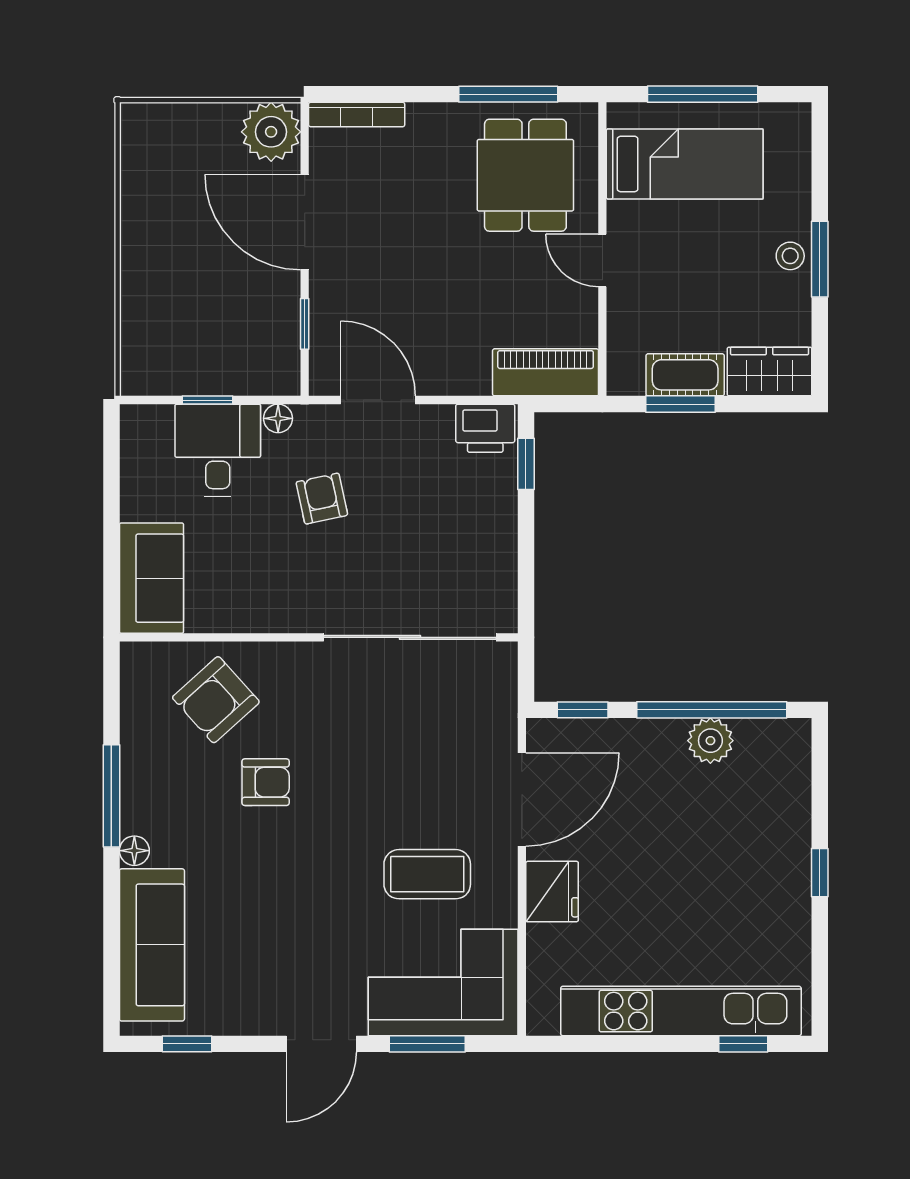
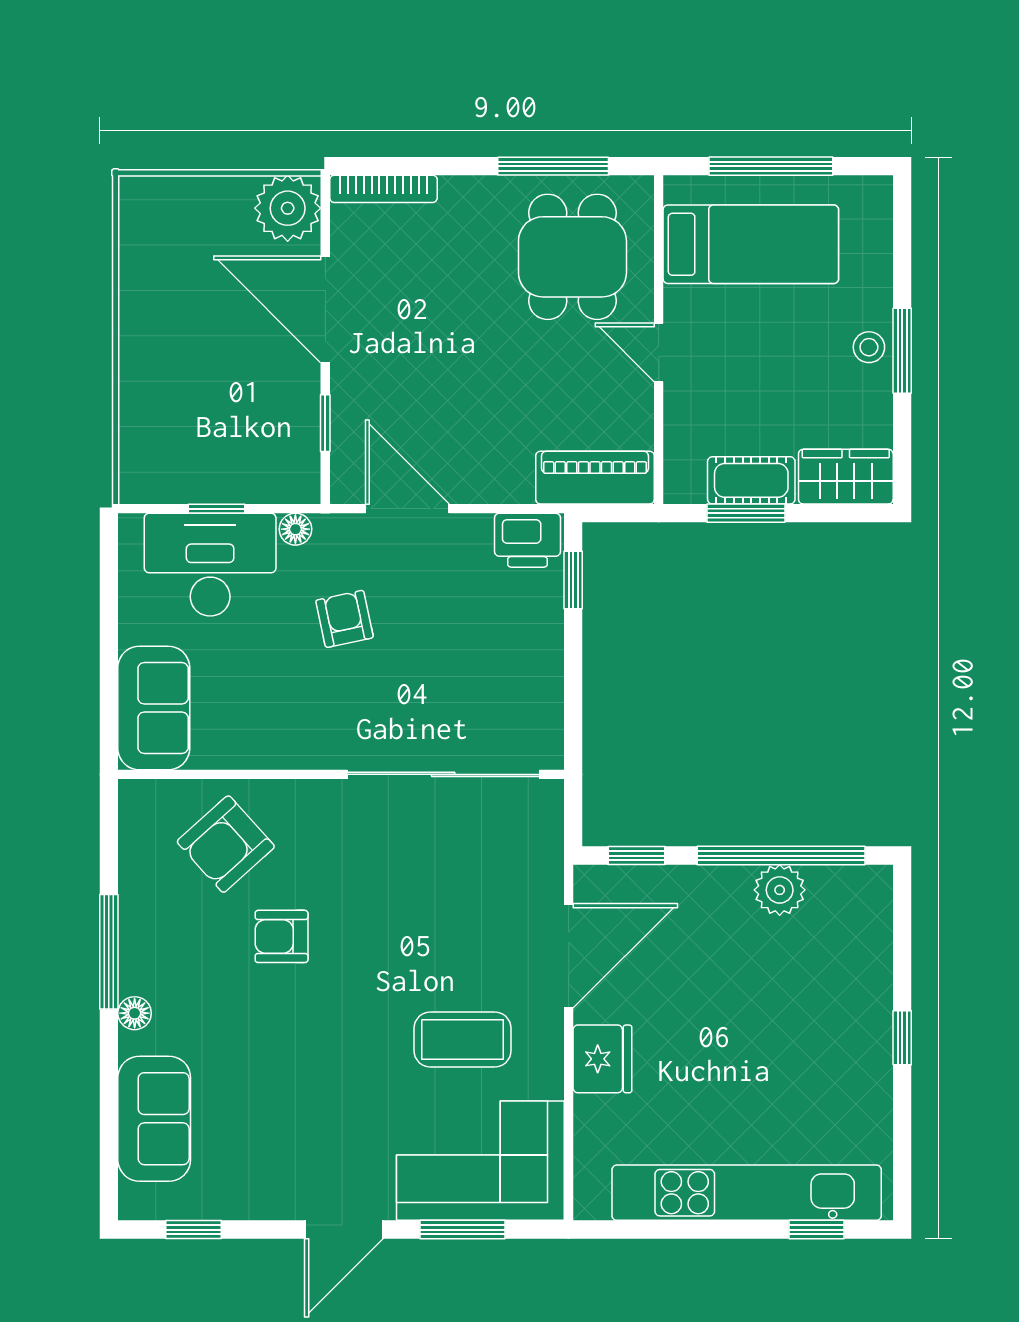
desk: (218, 450) -> (210, 565), width x1.37
armchair: (266, 782) -> (282, 936), turned 180
sofa: (152, 945) -> (154, 1119), width x0.73

